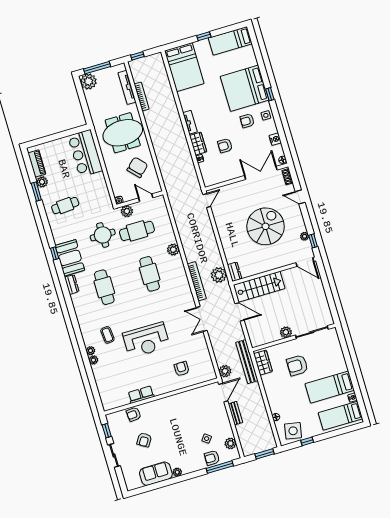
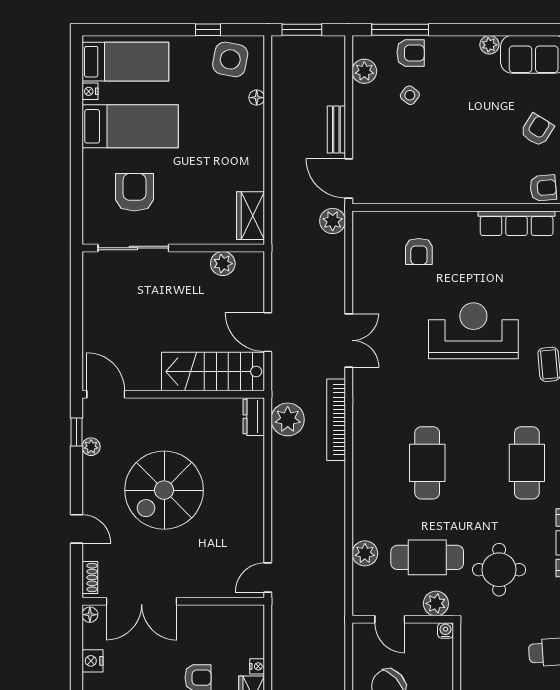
plant: (173, 250) -> (365, 553), moved
plant: (286, 332) -> (223, 264), moved
bench: (247, 362) -> (282, 227), removed
armchair: (297, 365) -> (134, 192), moved, turned -90
door: (223, 393) -> (349, 178), hinge flipped
row of seats: (141, 395) -> (517, 223), width x1.48

